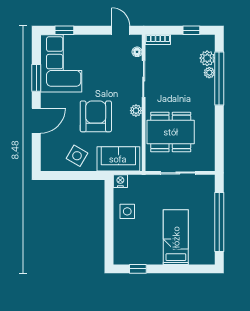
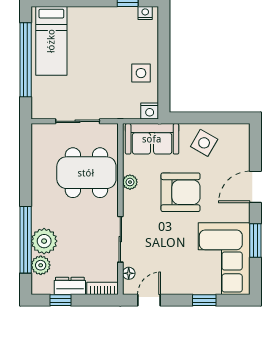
window: (64, 30) -> (204, 300), moved
door: (121, 30) -> (149, 300), swing flipped
dresser: (184, 42) -> (70, 286), added
plant: (209, 73) -> (44, 241), width x1.87, depth x1.87
plant: (136, 111) -> (130, 182), moved
armchair: (96, 116) -> (180, 192), turned -90
bed: (176, 237) -> (51, 41), moved
nightstand: (124, 259) -> (145, 13), added

